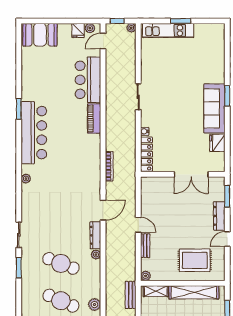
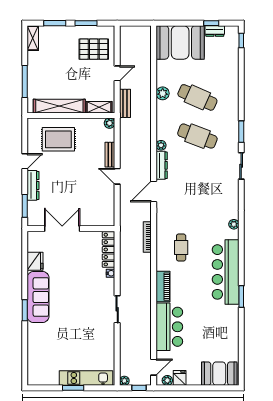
cafe table: (77, 156) -> (181, 247), added

